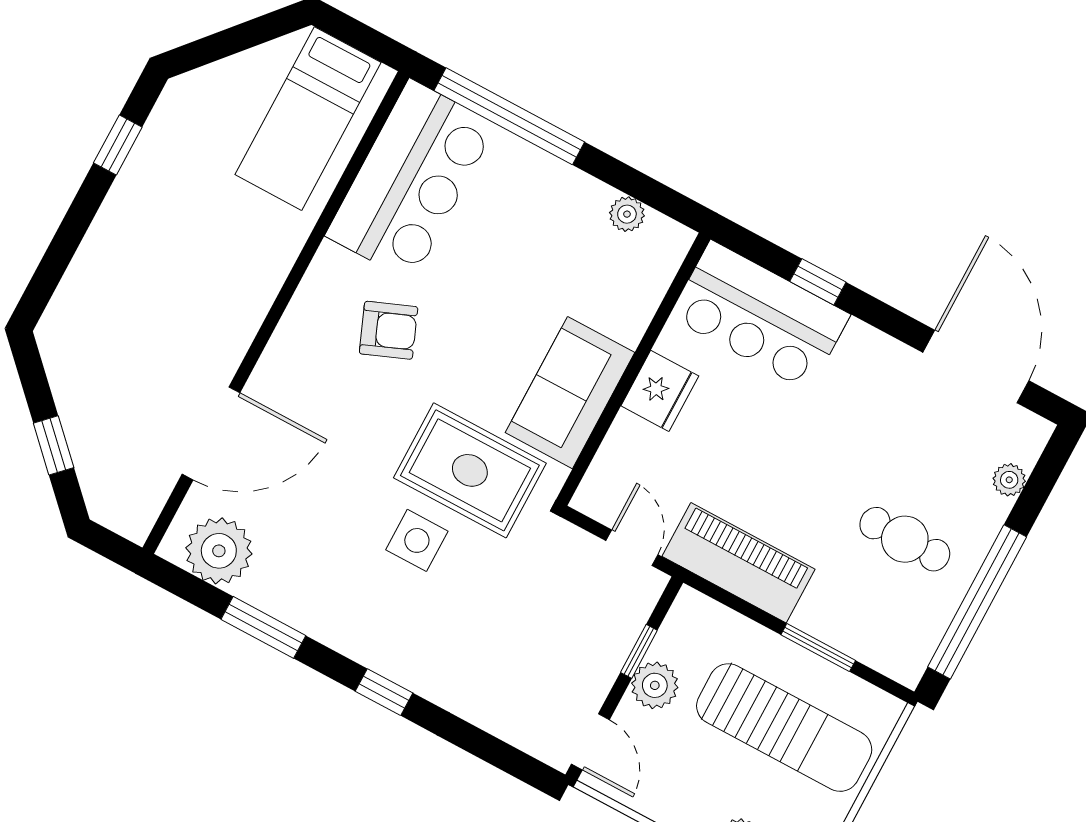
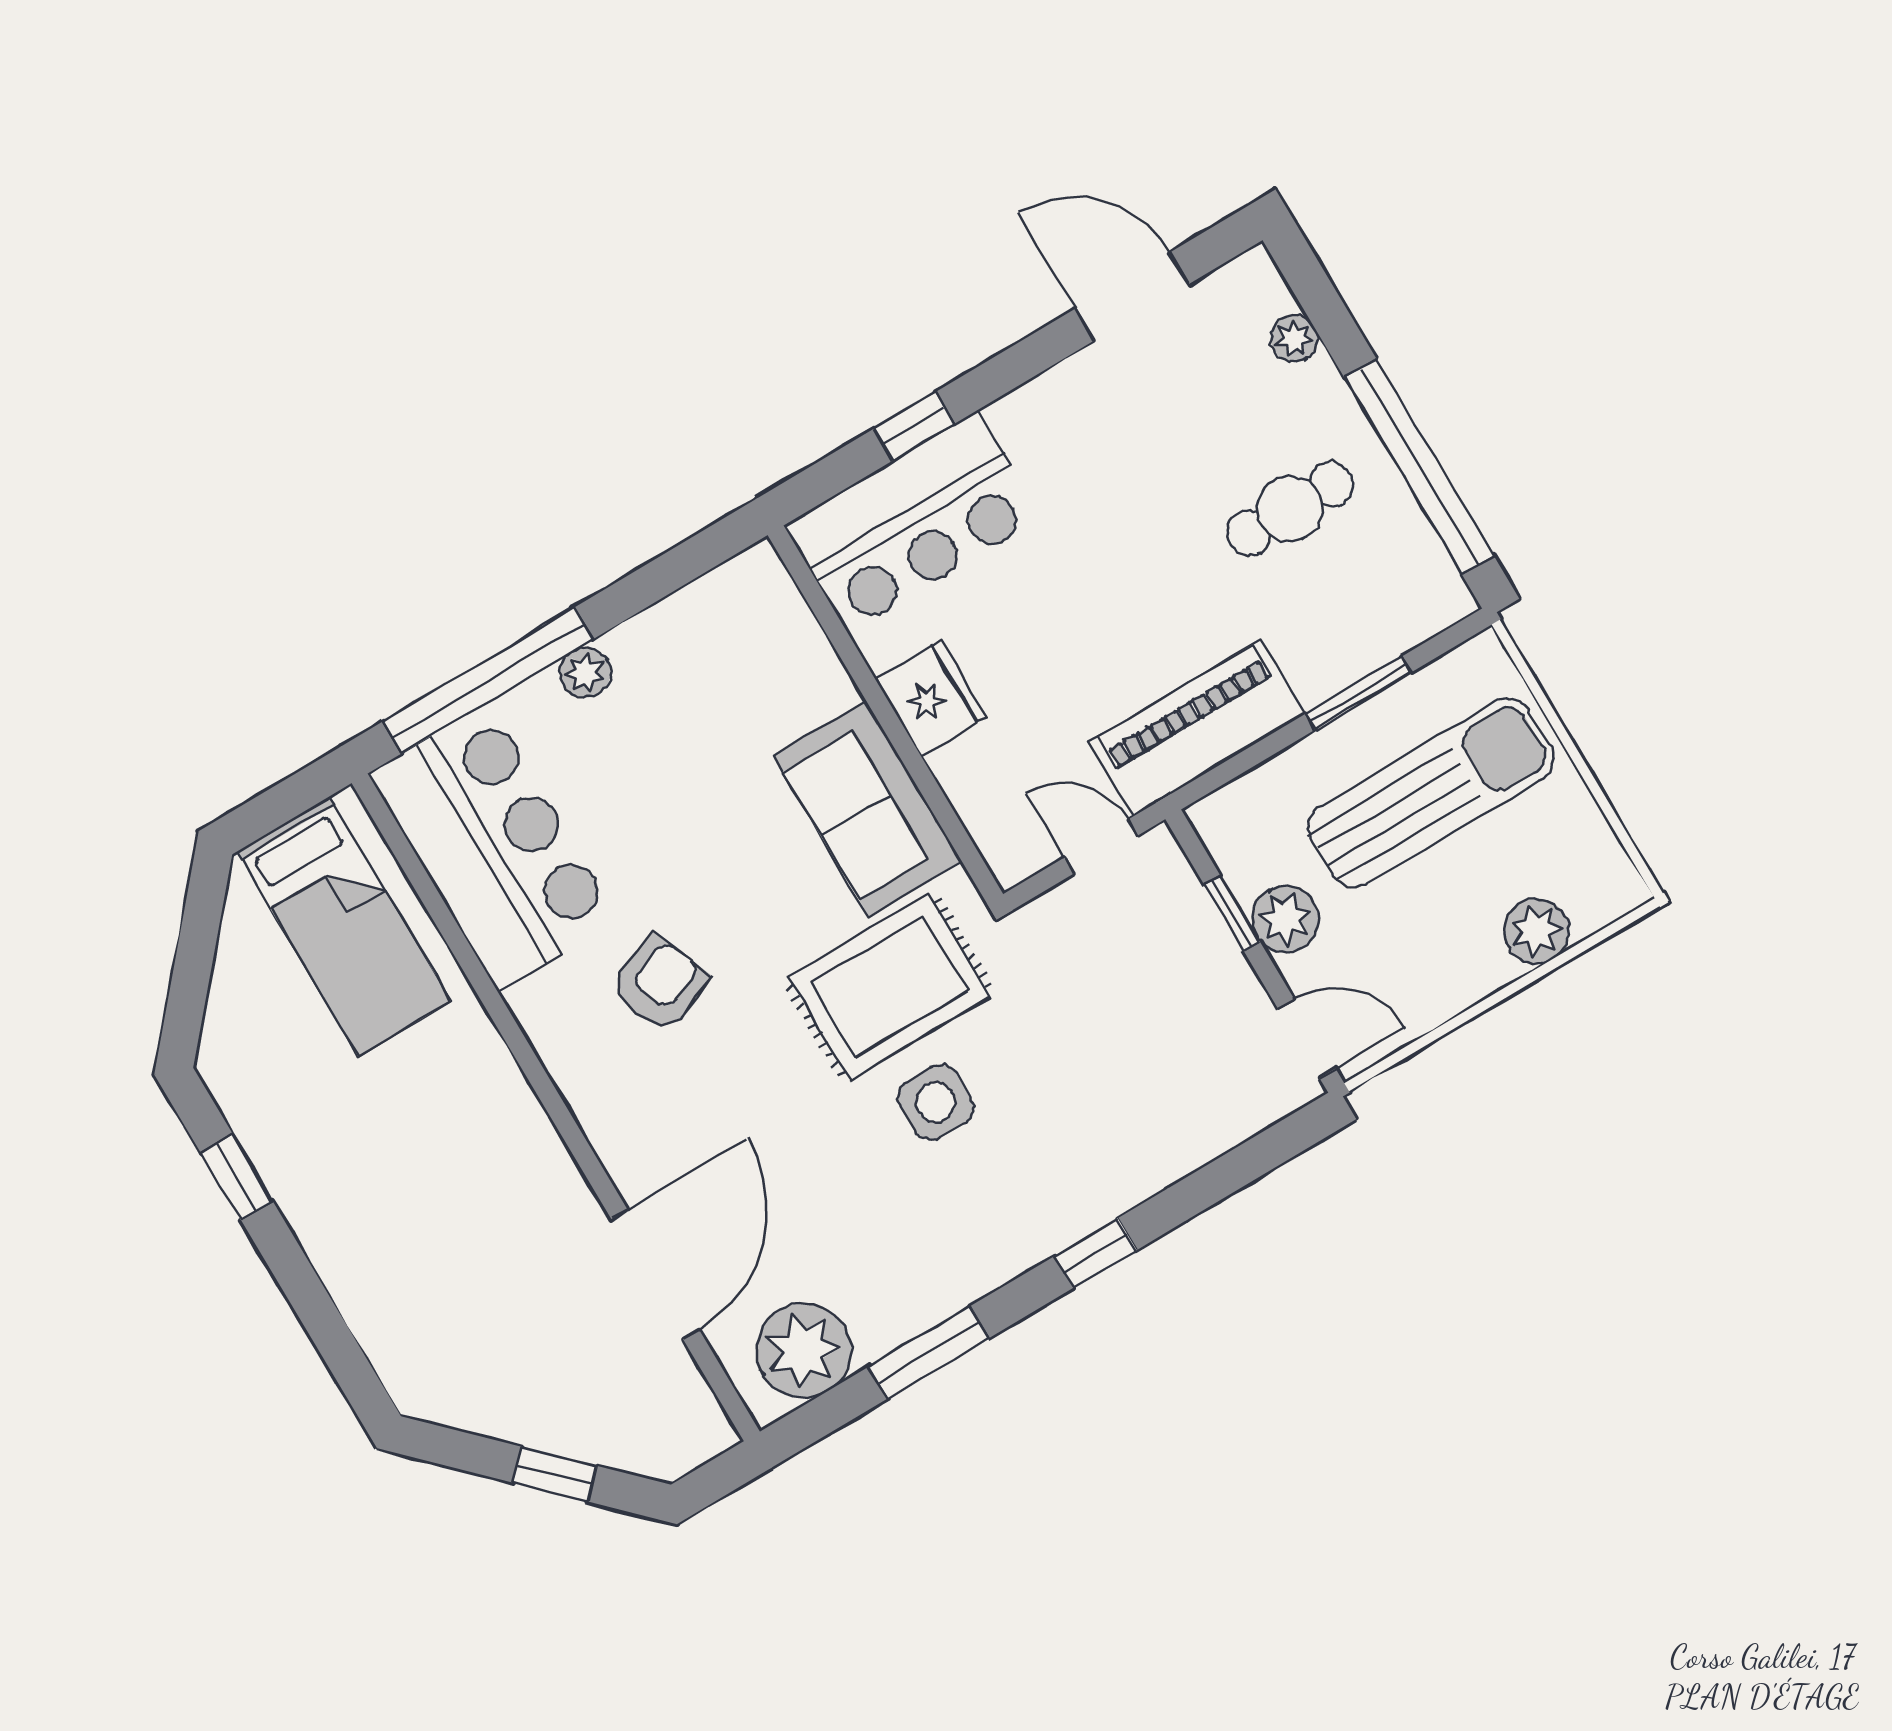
plant: (627, 214) -> (585, 673), moved
door: (976, 367) -> (1132, 296), width x0.73

